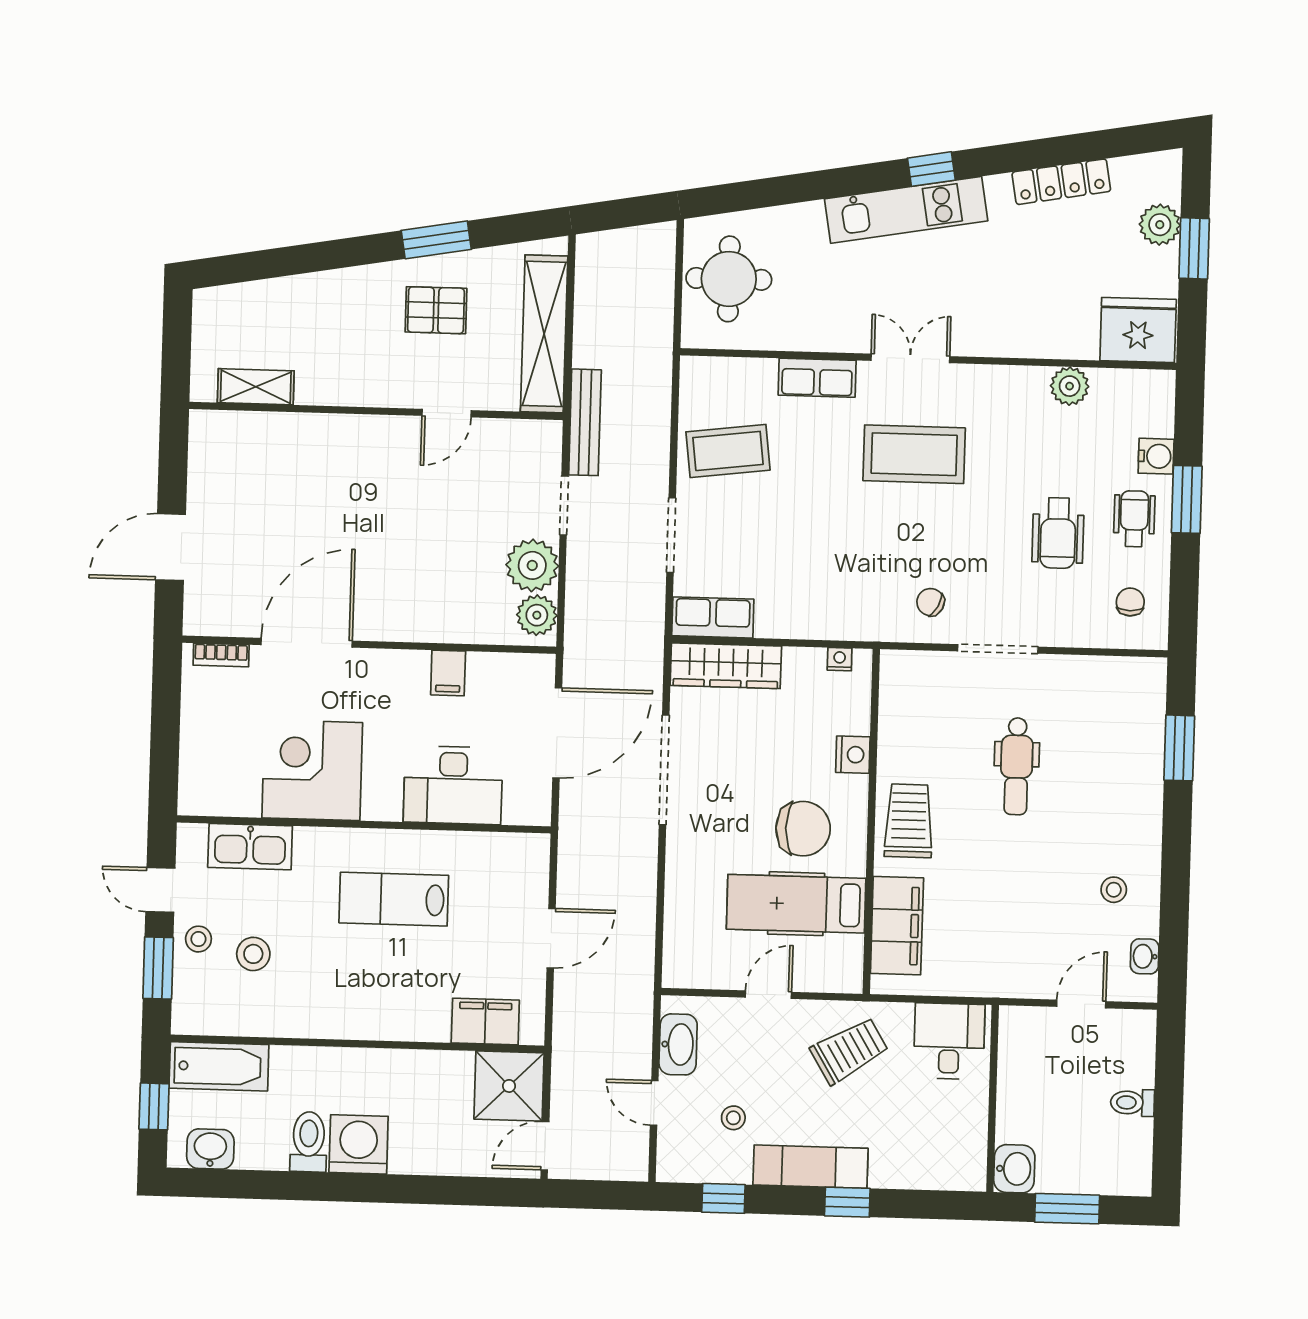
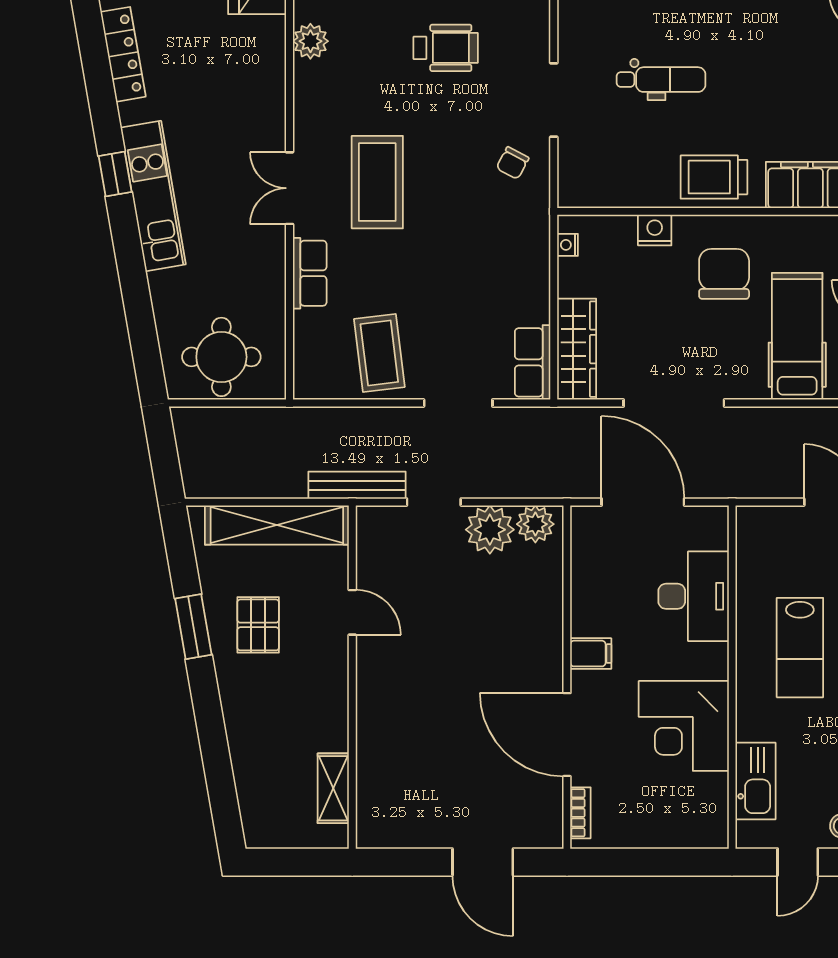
filing cabinet: (448, 673) -> (591, 654), moved
hospital bed: (796, 904) -> (797, 336), moved, turned 180

